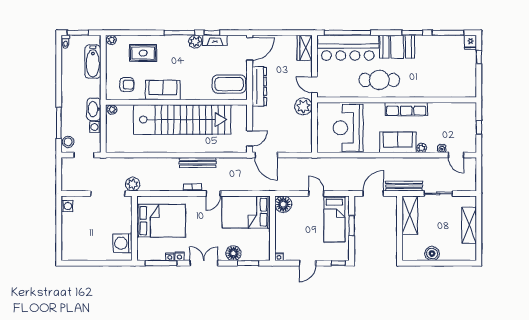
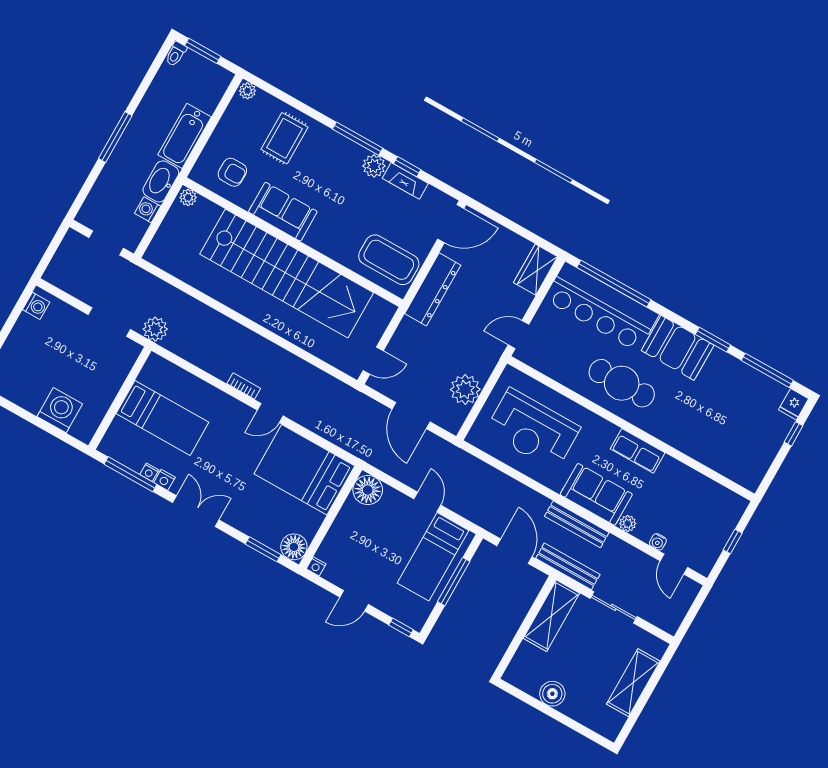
rug: (143, 53) -> (284, 138), turned 90
bathtub: (93, 62) -> (184, 136), moved
door: (314, 85) -> (519, 335), hinge flipped
plant: (303, 106) -> (465, 390), moved
row of seats: (406, 109) -> (638, 451), width x0.68
window: (59, 123) -> (115, 137), moved
reception desk: (348, 128) -> (533, 429), turned -90
stool: (68, 142) -> (93, 209), removed
door: (266, 155) -> (411, 415), moved
bench: (198, 163) -> (577, 524), moved
doorway: (108, 193) -> (109, 322), width x0.73
door: (373, 193) -> (515, 551), hinge flipped
bed: (161, 221) -> (162, 418), width x0.67
window: (352, 226) -> (454, 582), width x1.44
washing machine: (122, 243) -> (60, 410), moved, turned 90
floor lamp: (233, 253) -> (294, 547), moved

